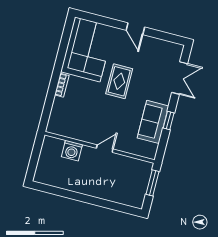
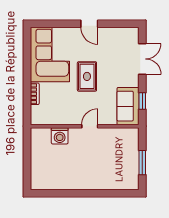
wall: (100, 147) -> (85, 126), moved
door: (105, 149) -> (90, 126), moved
washing machine: (72, 151) -> (60, 136), moved

